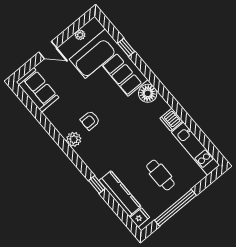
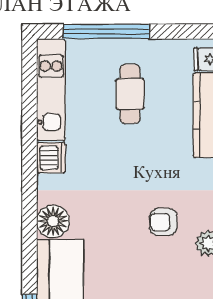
armchair: (90, 120) -> (163, 222), moved, turned 180
window: (175, 208) -> (106, 31), moved

